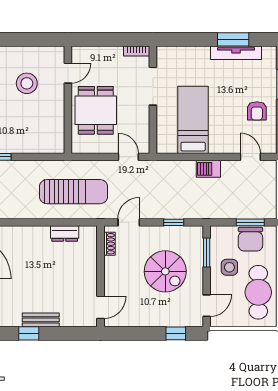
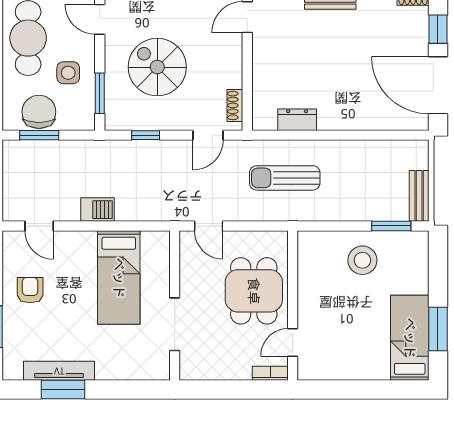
bookcase: (137, 51) -> (270, 373), moved
stool: (27, 83) -> (362, 260), moved
sun lounger: (74, 192) -> (285, 178), width x0.73, depth x0.75
door: (207, 306) -> (100, 19), hinge flipped

